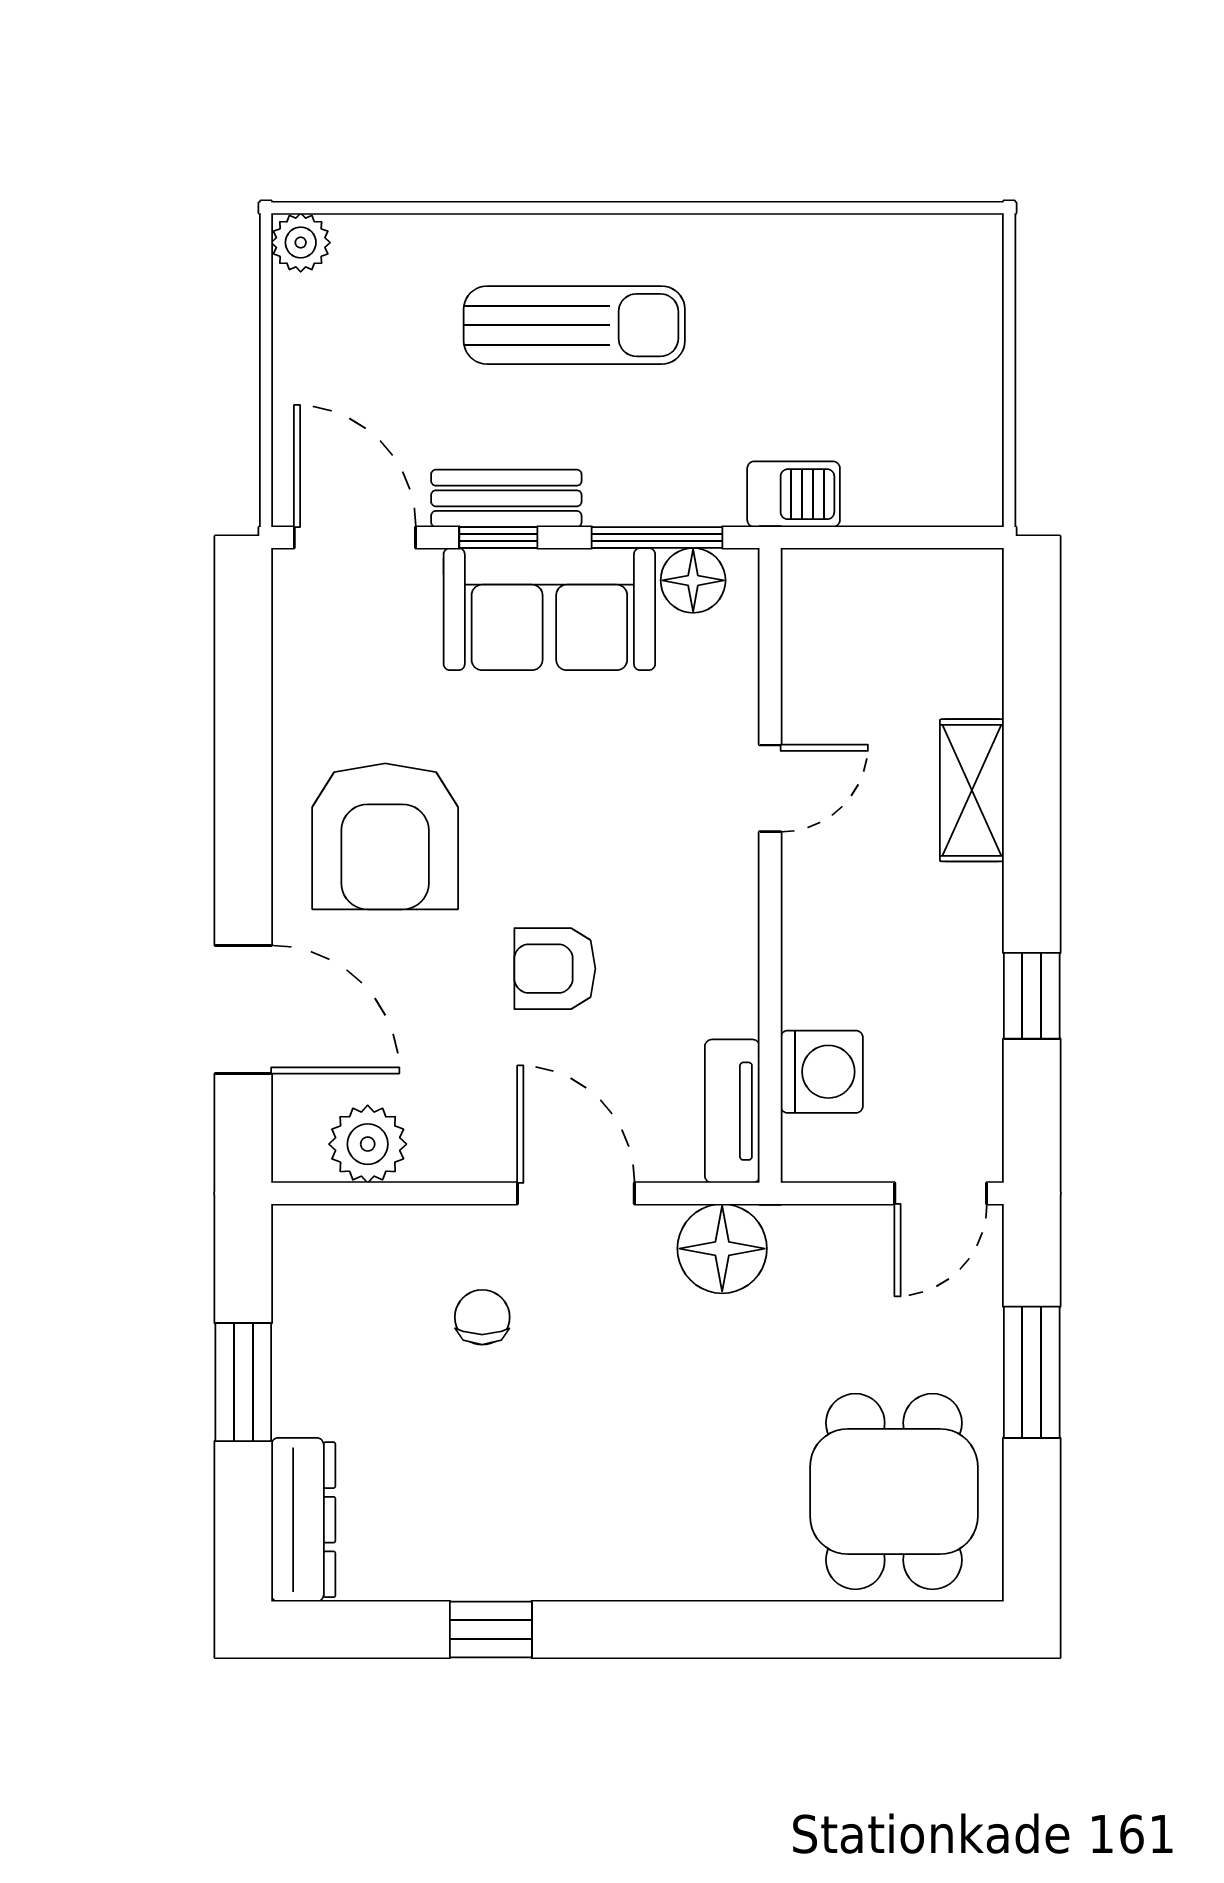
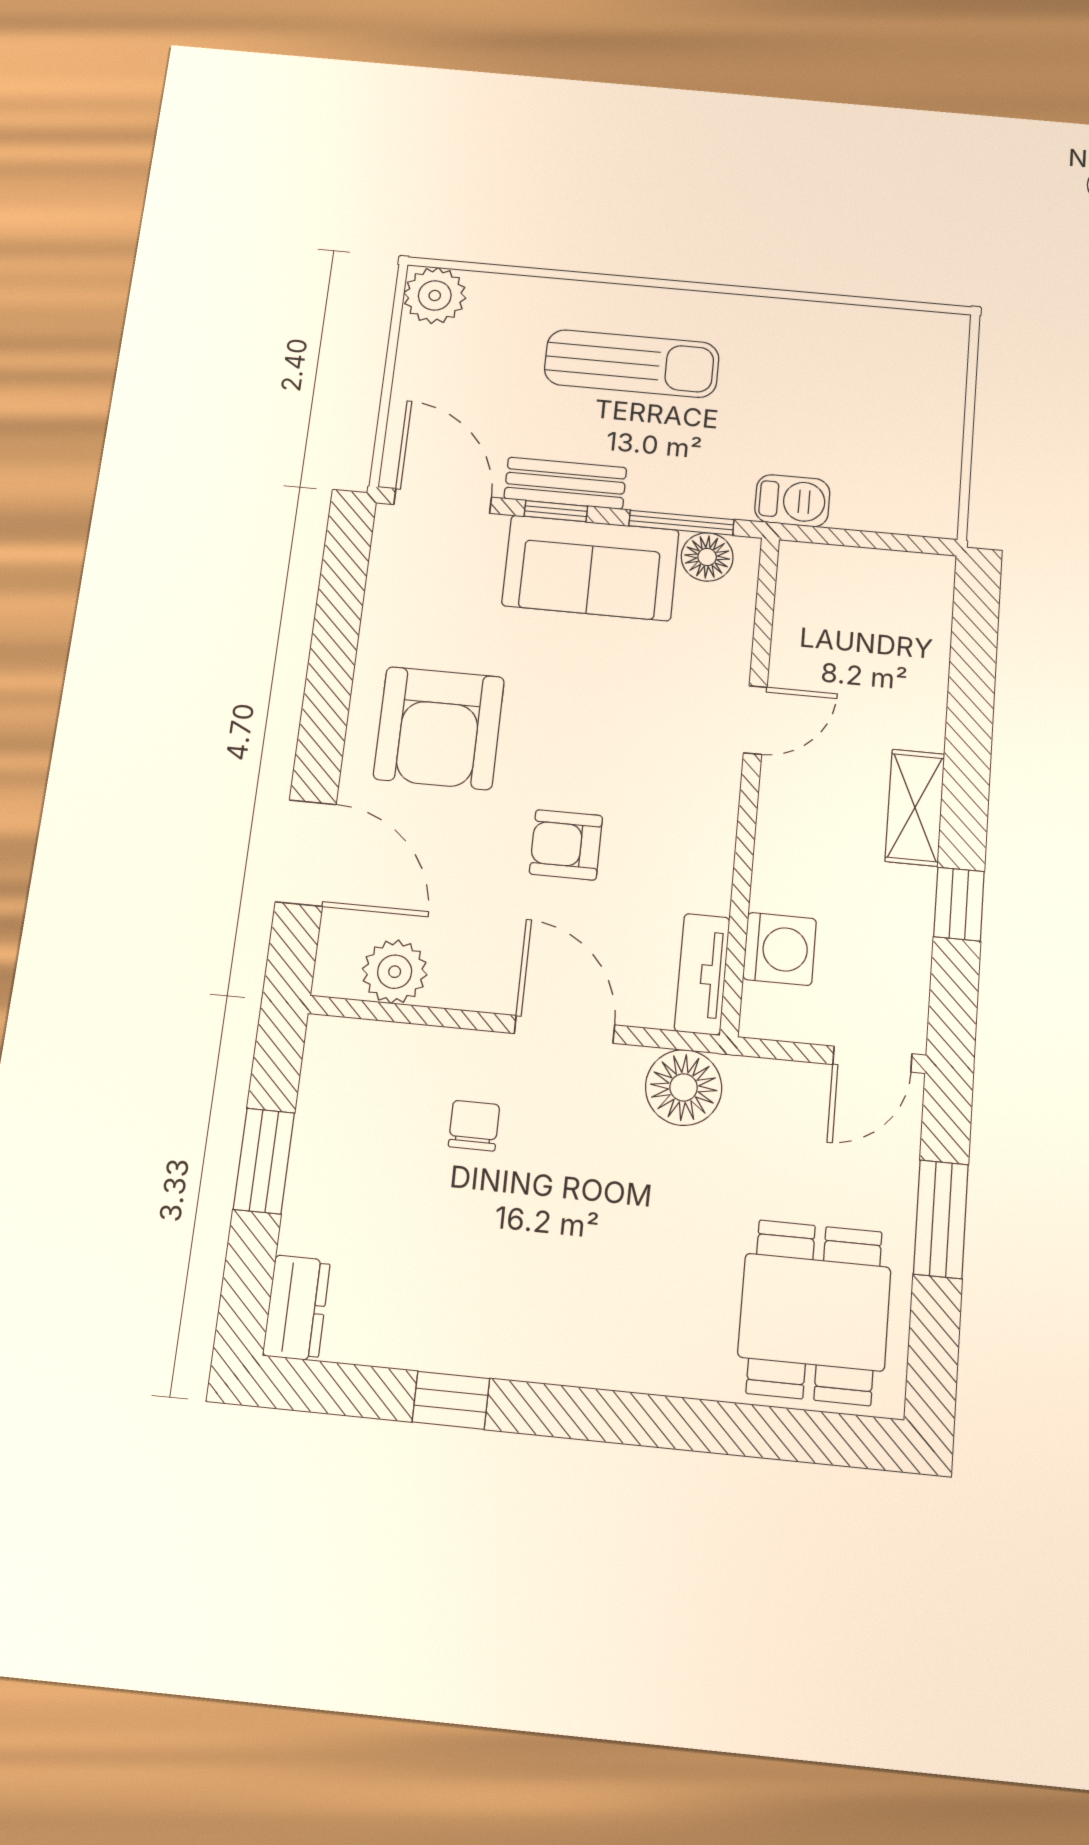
plant: (301, 243) -> (435, 295), width x1.38, depth x1.38
shelving: (972, 790) -> (915, 808), moved
dresser: (303, 1520) -> (297, 1308), width x0.70

